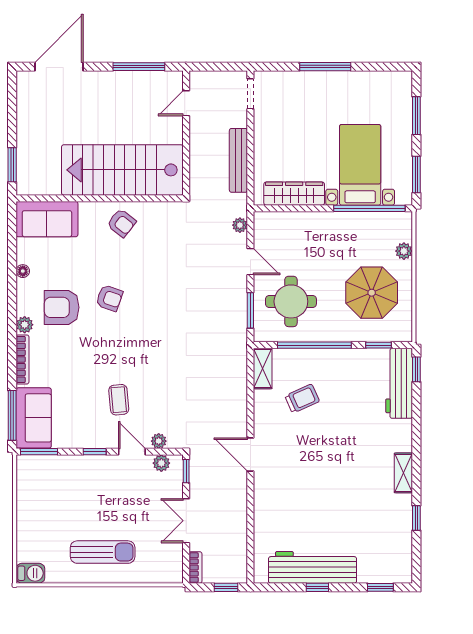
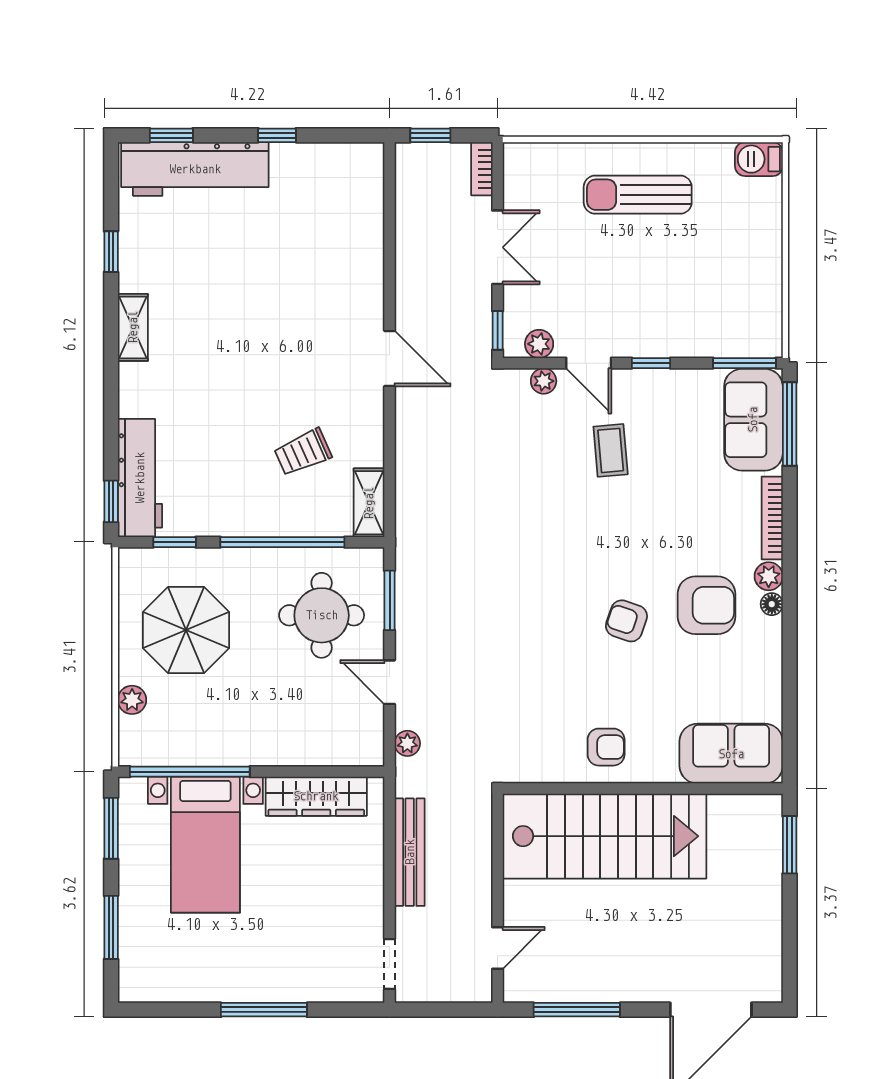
armchair: (121, 223) -> (606, 747), turned 142
floor lamp: (23, 271) -> (772, 604), moved
workbench: (313, 567) -> (195, 169), moved

